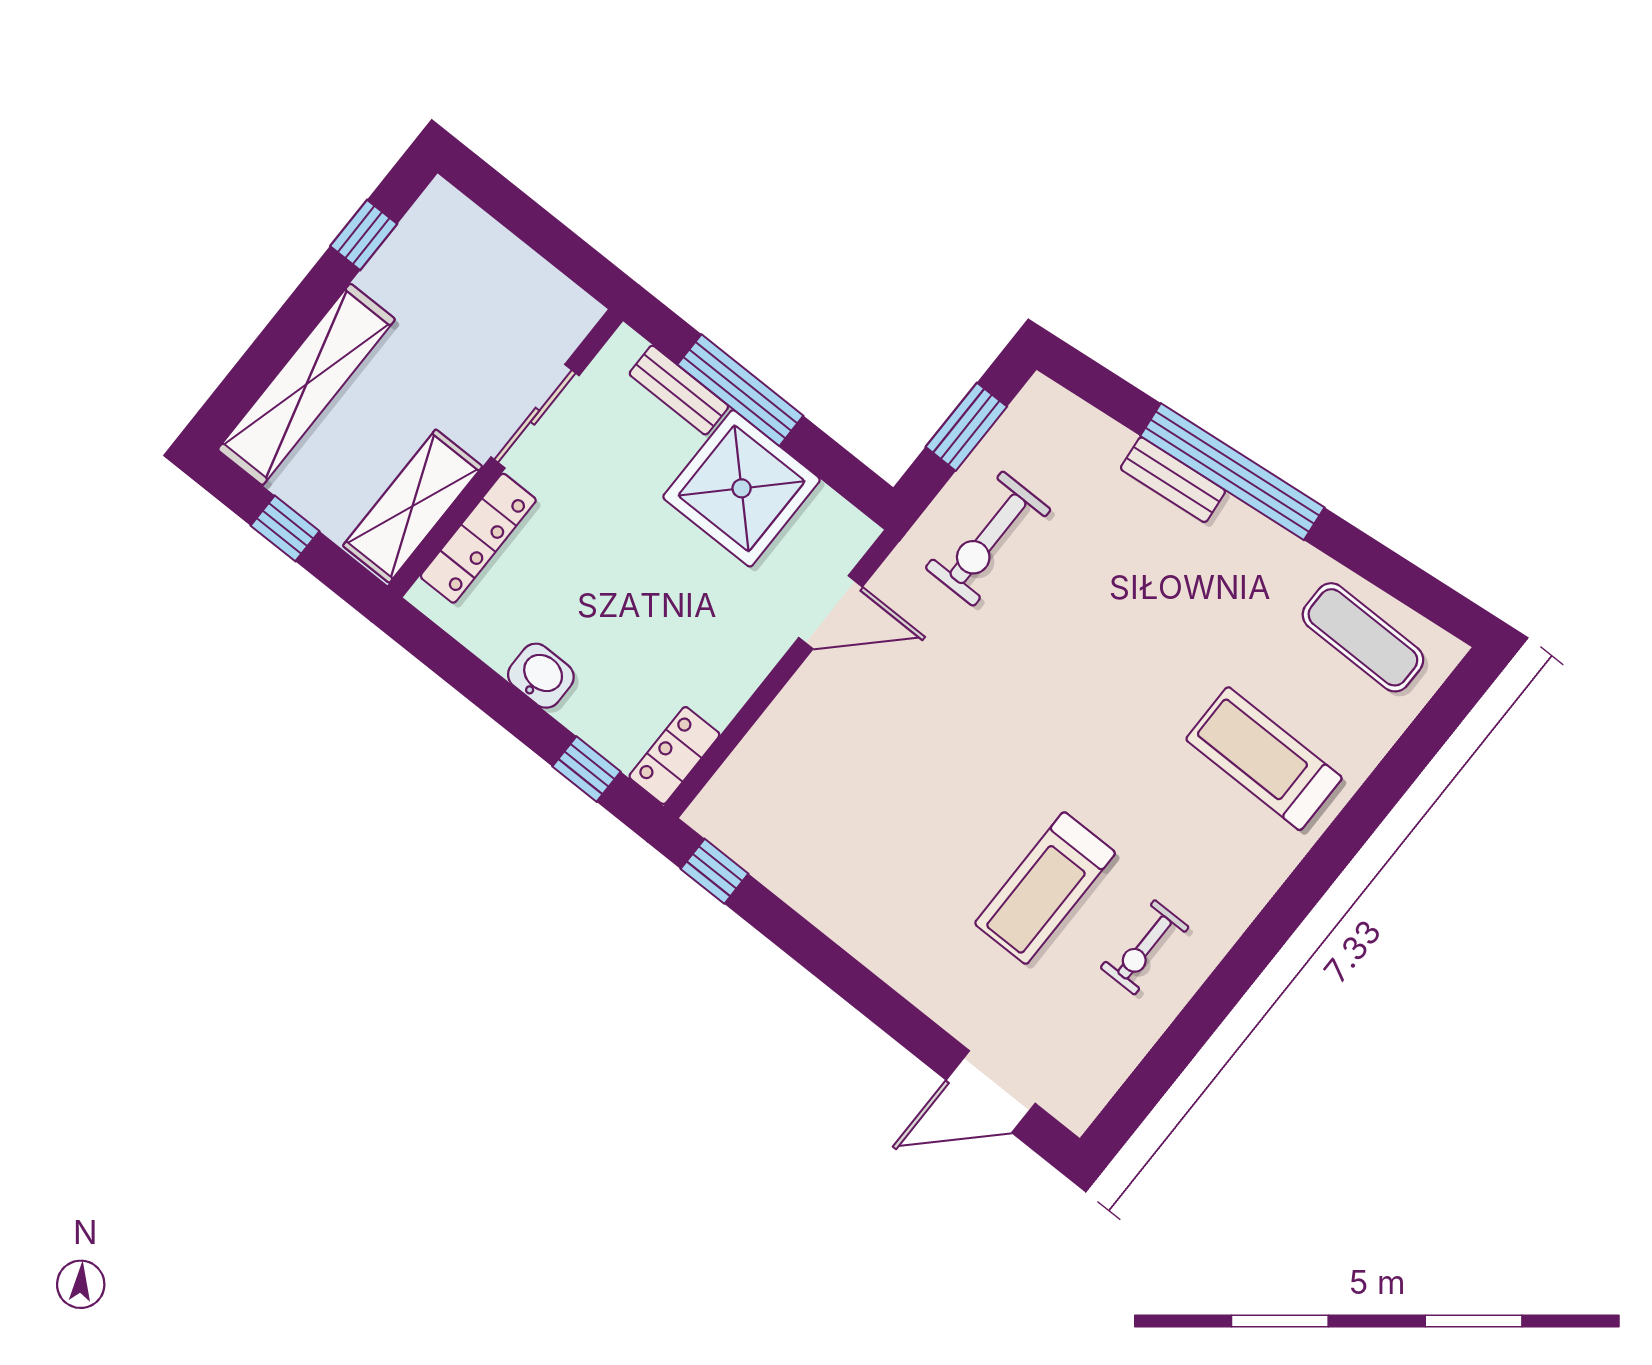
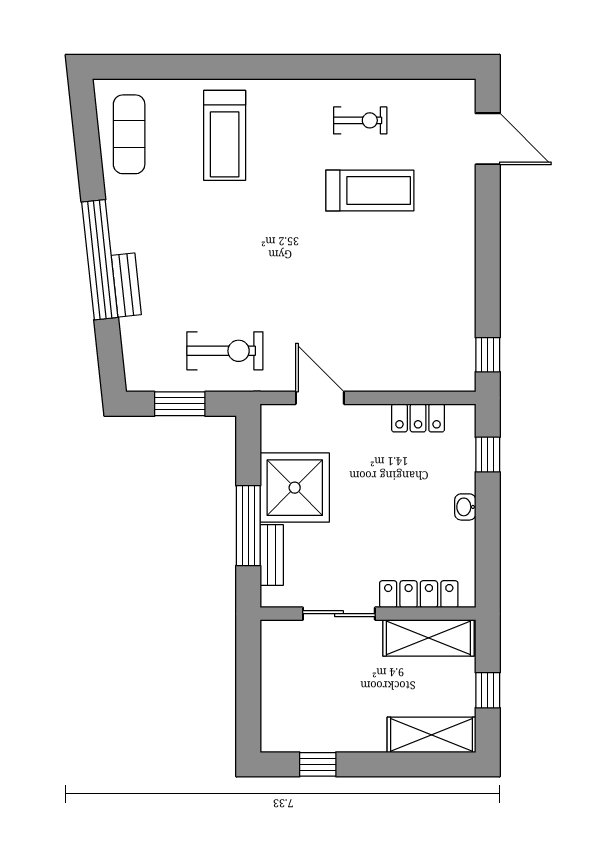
shelving: (306, 384) -> (432, 735), width x0.68
washbasin: (541, 676) -> (465, 507), width x0.72, depth x0.69
locker: (674, 756) -> (418, 418), moved

